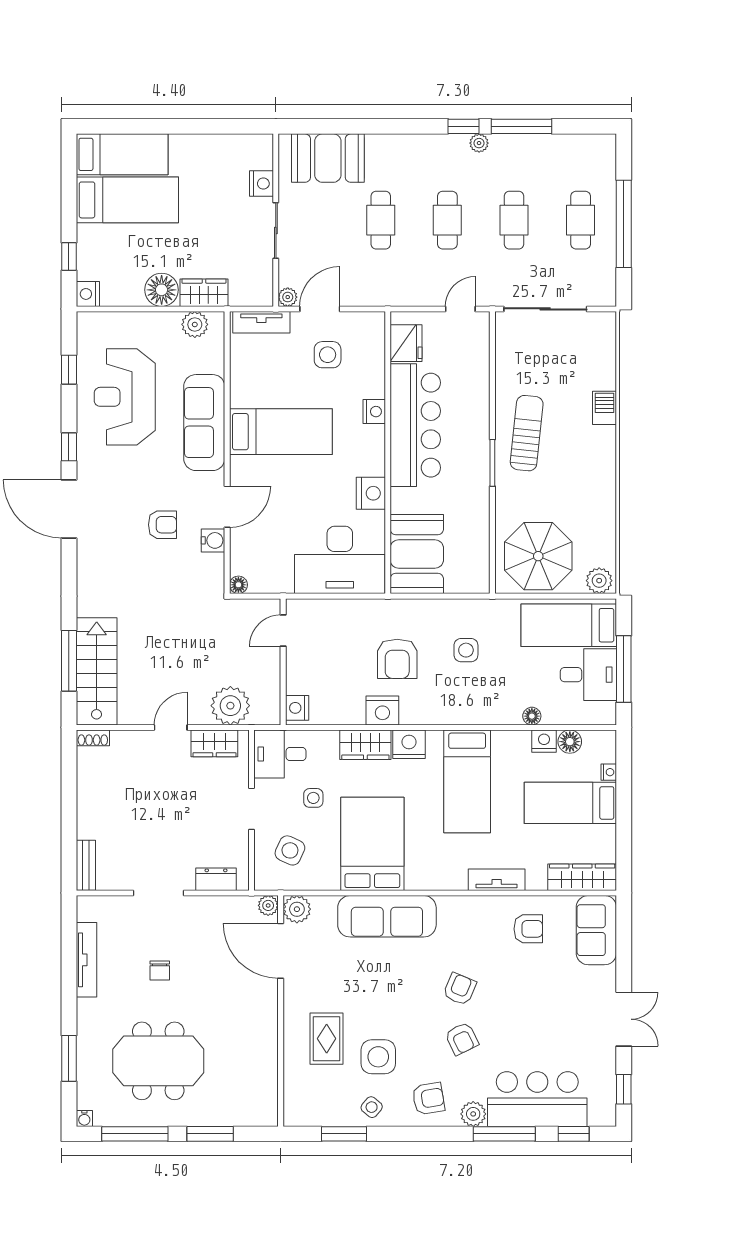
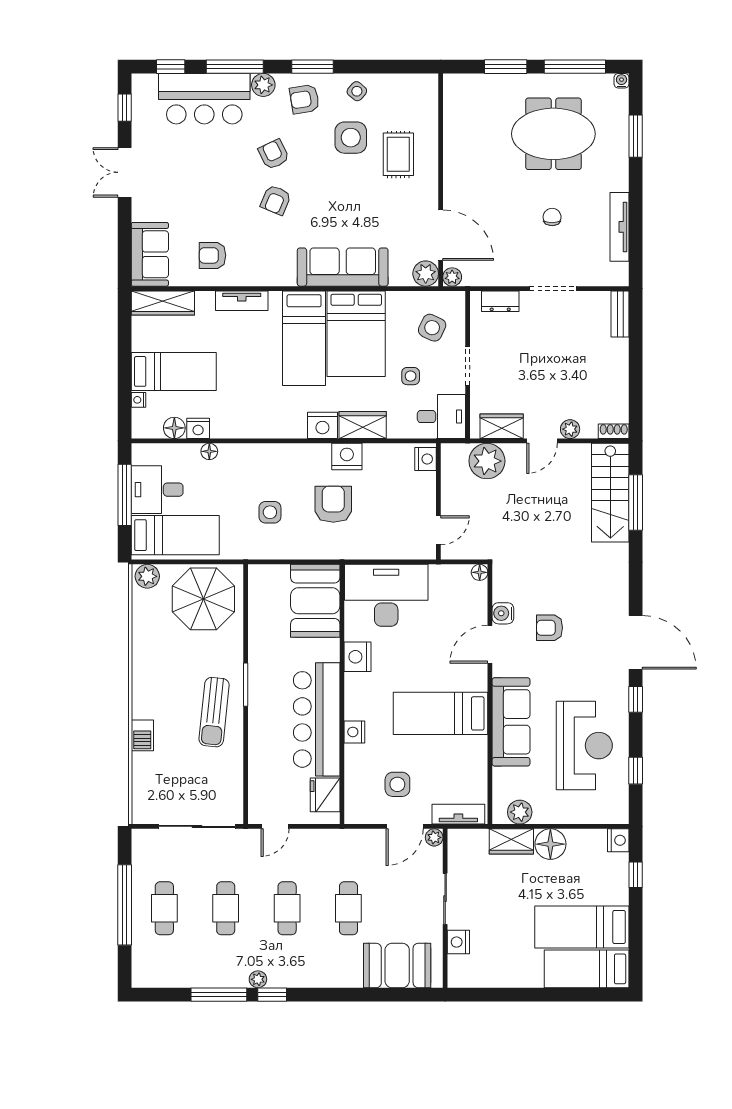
plant: (140, 740) -> (570, 429), added
bed: (467, 781) -> (304, 338), moved, turned 180
window: (344, 1134) -> (312, 67), moved

